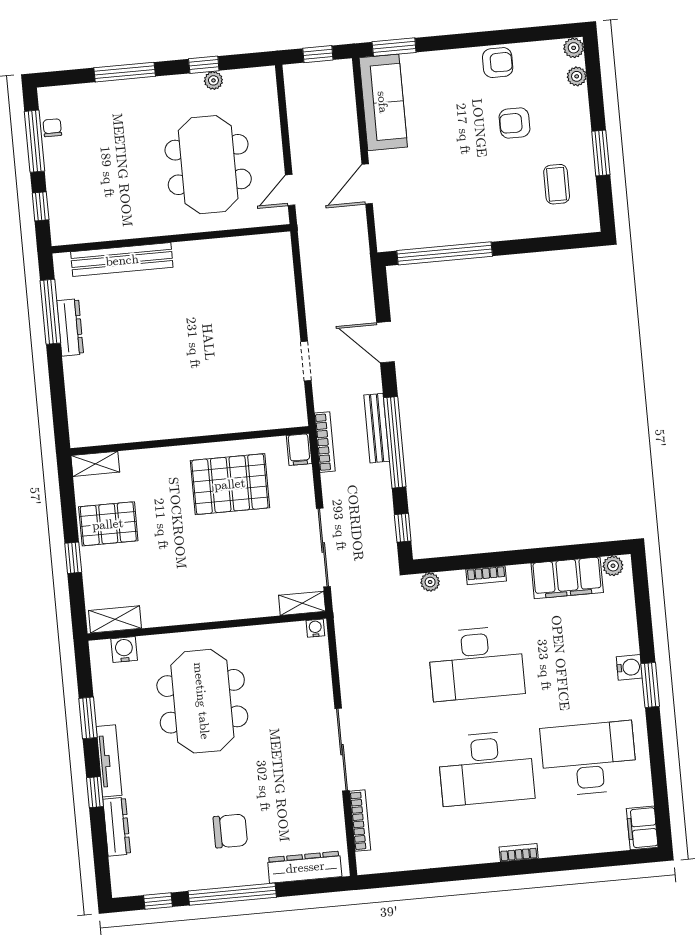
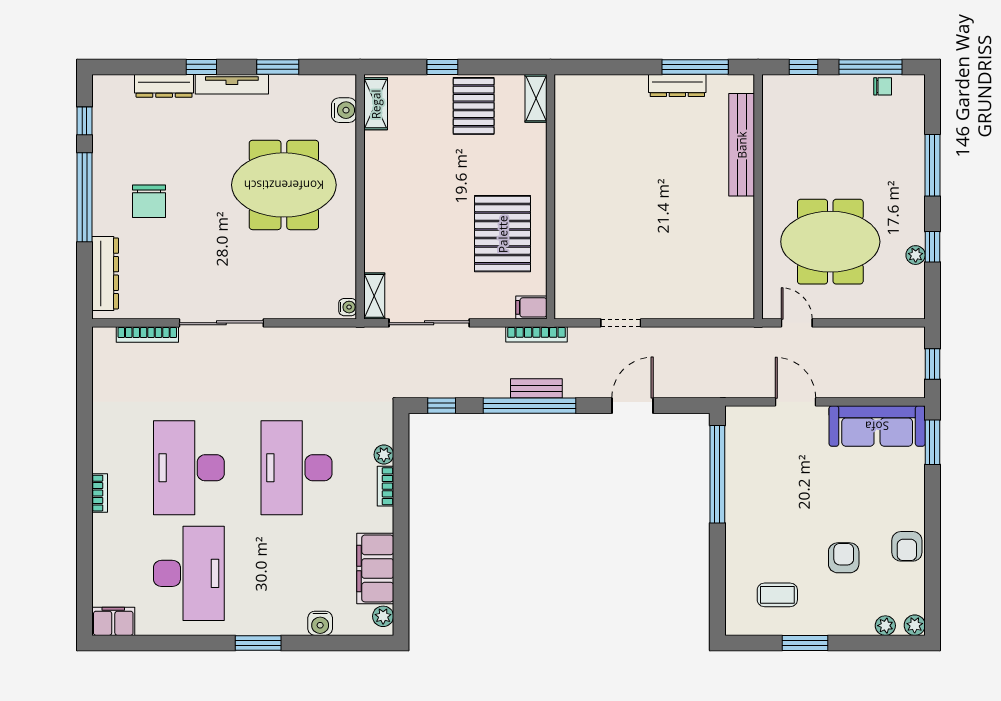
bench: (377, 428) -> (536, 388), width x0.73
plant: (430, 582) -> (384, 455), moved
water cooler: (629, 667) -> (320, 623), moved

